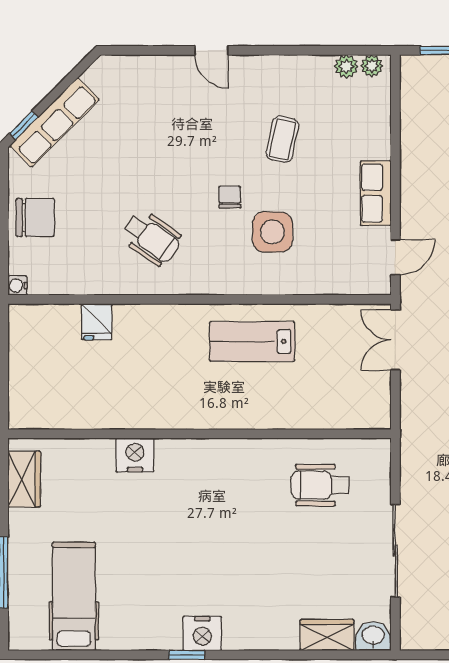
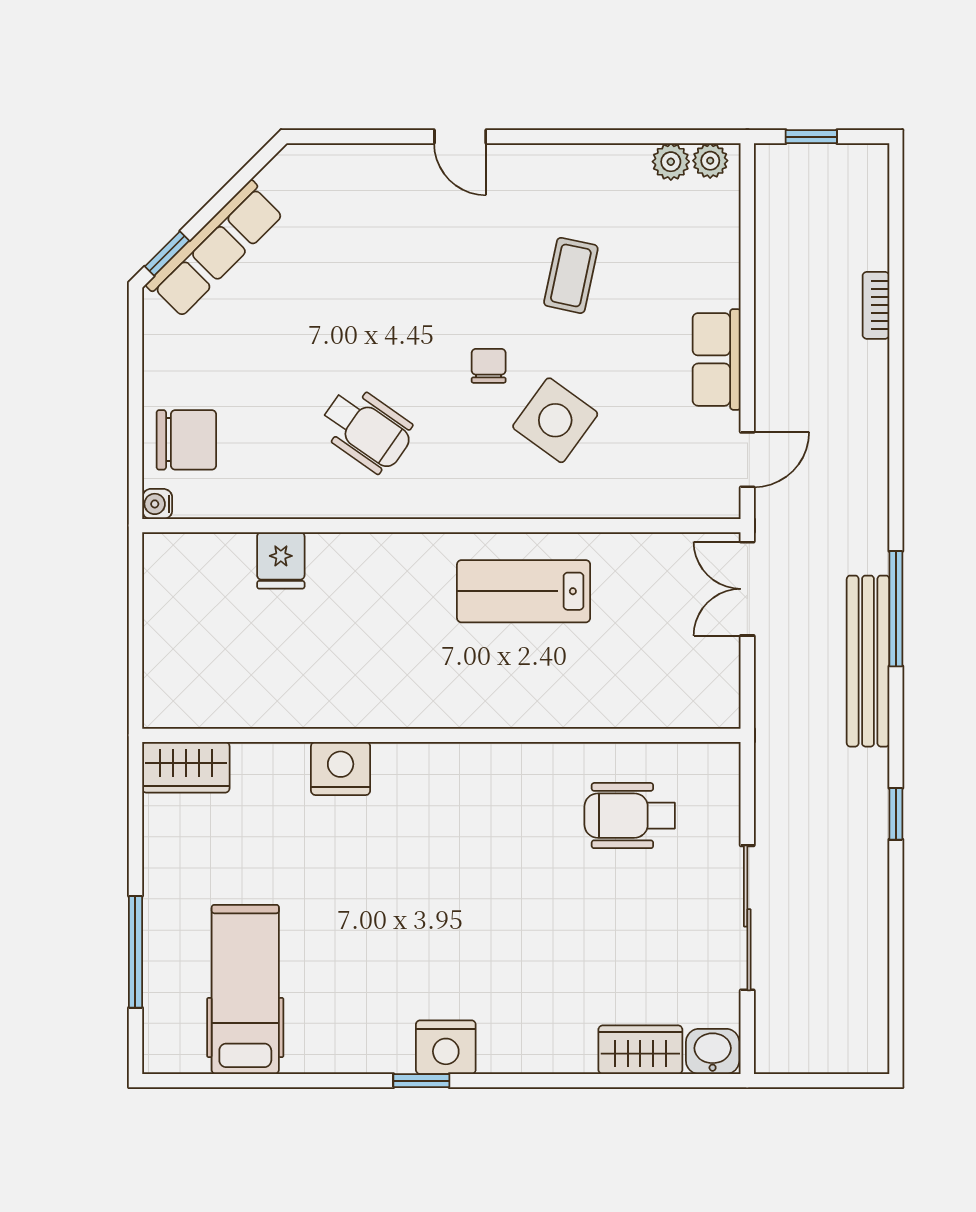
chair: (35, 217) -> (186, 440), moved
side table: (272, 232) -> (555, 420), turned 36
wardrobe: (24, 479) -> (186, 767), moved, turned 90

